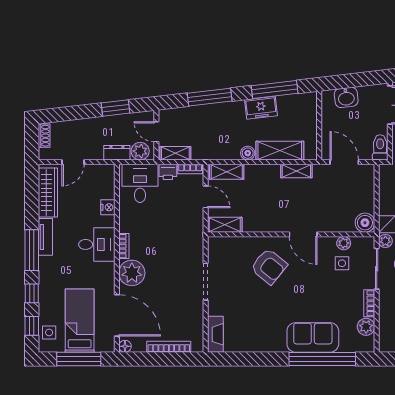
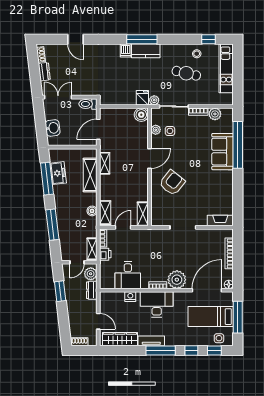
freezer: (261, 108) -> (58, 173), moved
boiler: (248, 153) -> (92, 211), moved
desk: (140, 183) -> (128, 275), moved, turned -90
desk: (97, 244) -> (157, 304), width x1.37

